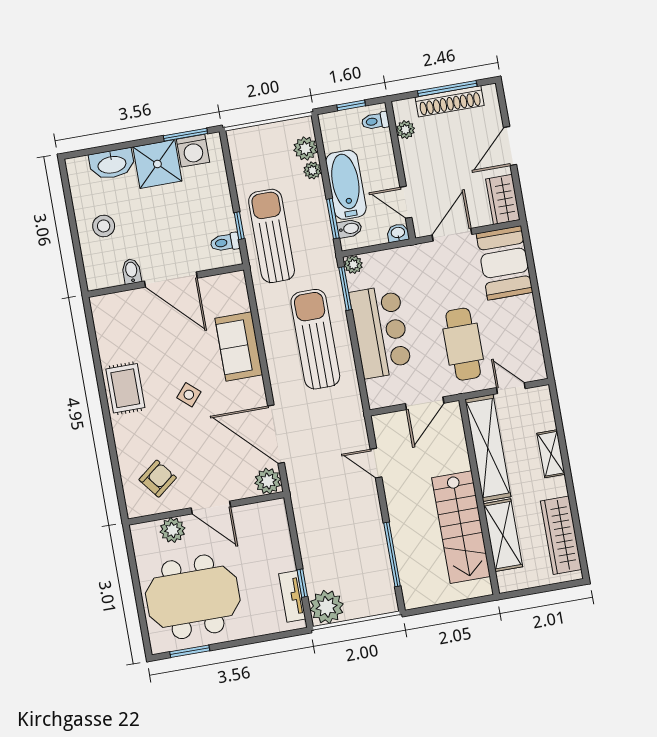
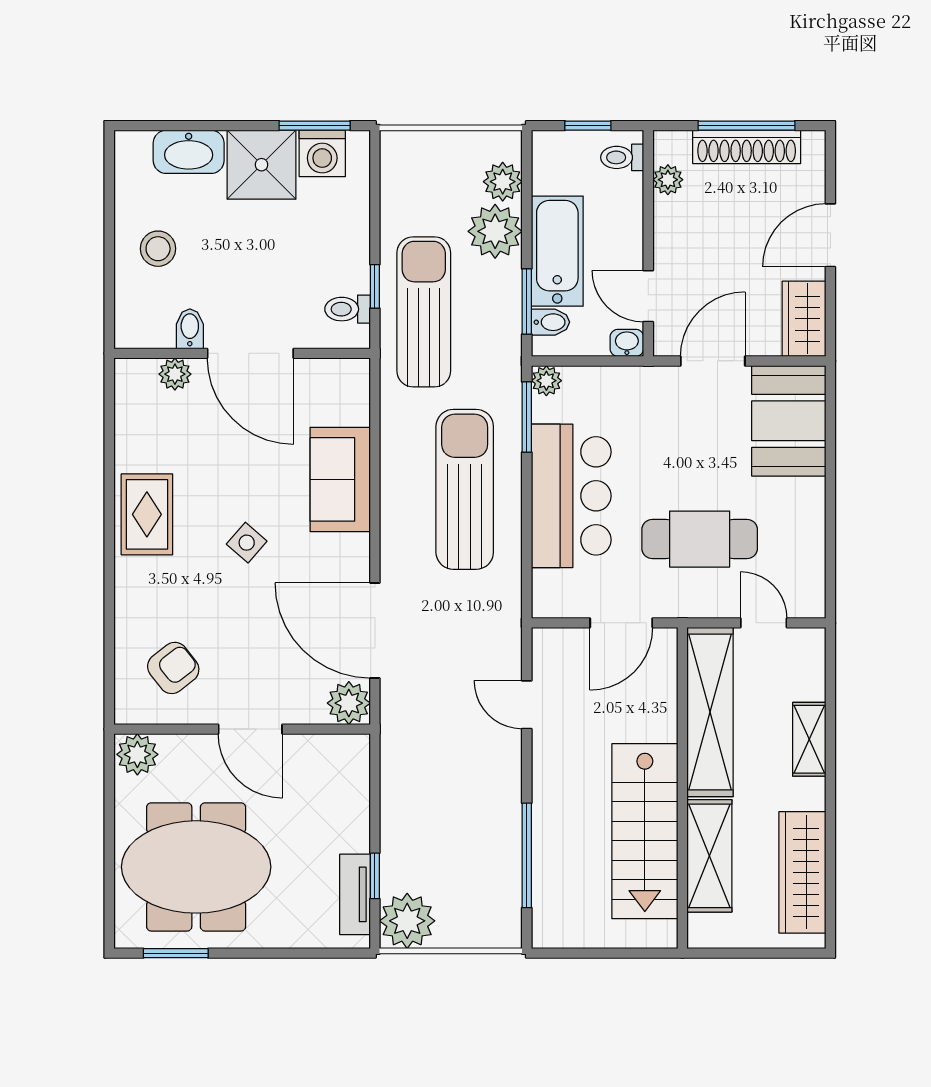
plant: (312, 170) -> (495, 231), width x1.87, depth x1.87
plant: (127, 300) -> (175, 374), added
cafe table: (463, 344) -> (700, 539), turned 90
plant: (172, 530) -> (137, 754), moved

